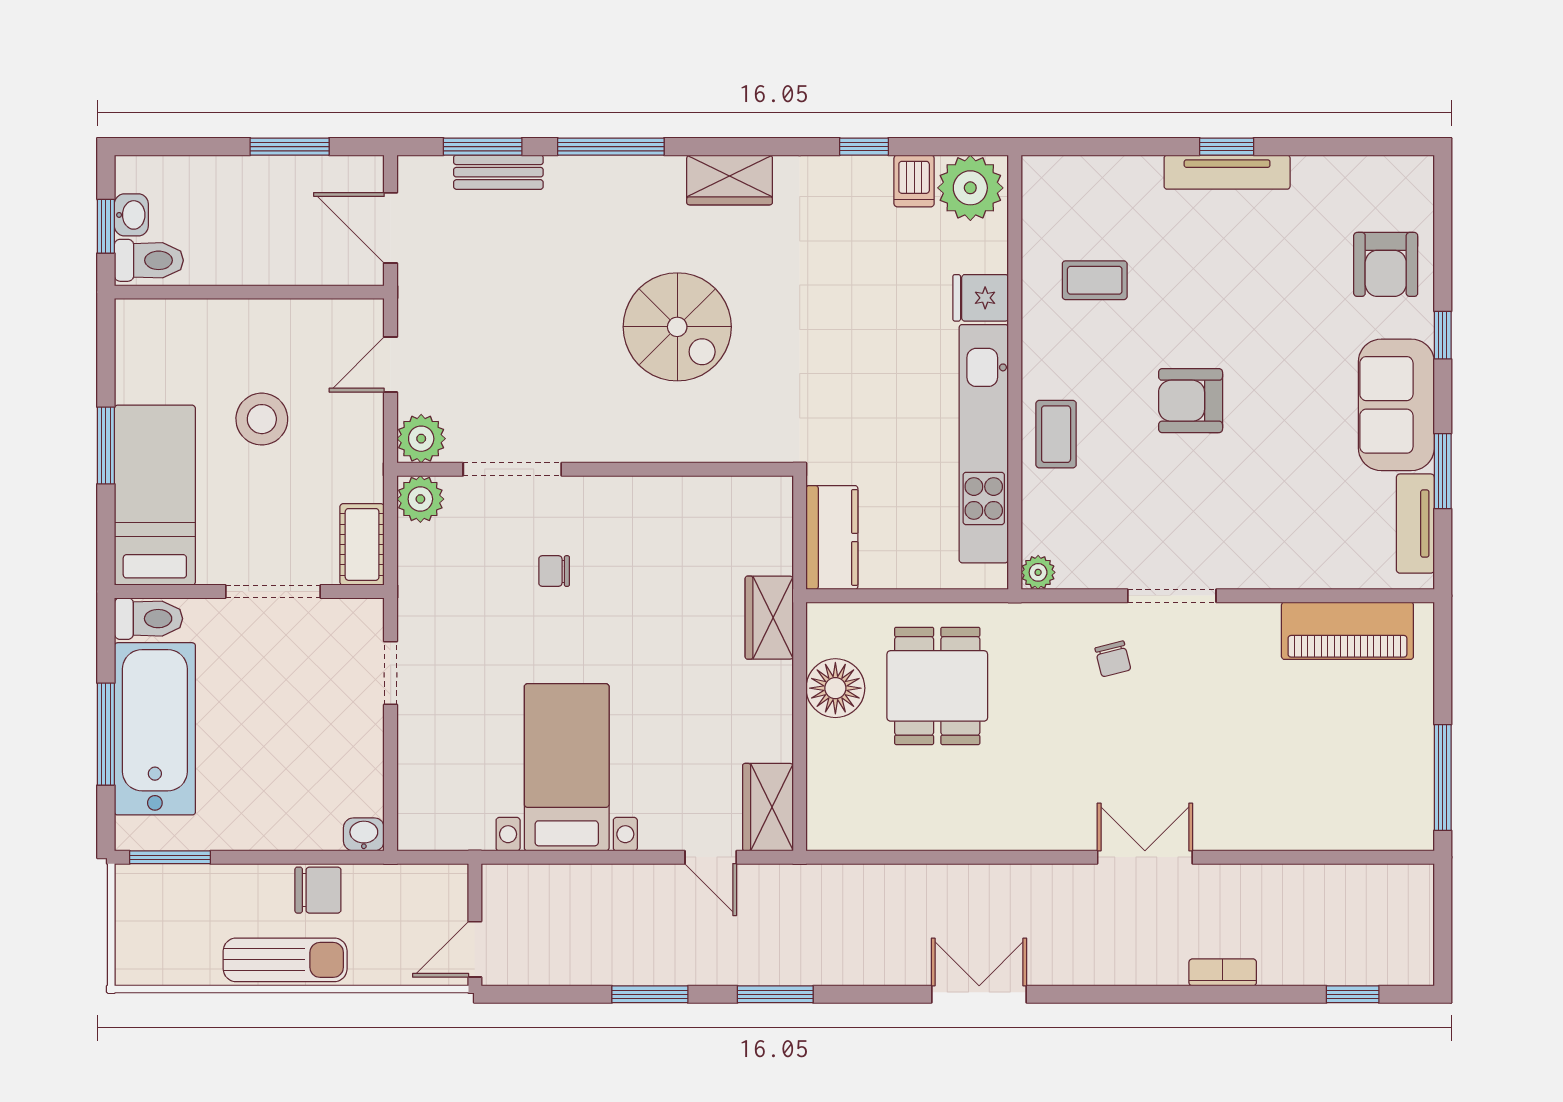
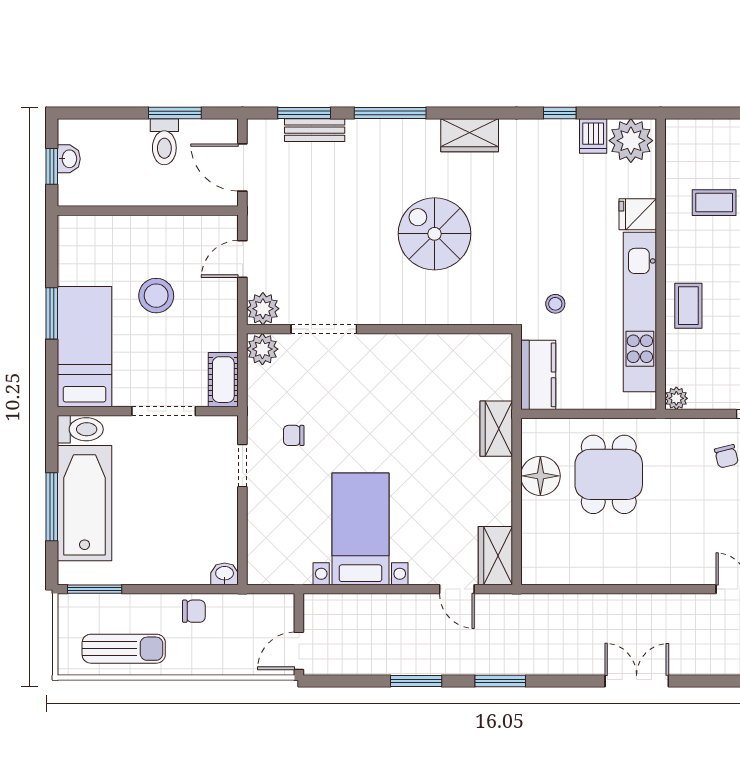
toilet: (149, 260) -> (164, 142), moved, turned 90
spiral stairs: (677, 327) -> (435, 234), turned 180
stool: (858, 431) -> (555, 304), added
chair: (554, 571) -> (294, 435), moved
chair: (318, 890) -> (194, 611), width x0.73, depth x0.73
sun lounger: (285, 960) -> (124, 649), moved

